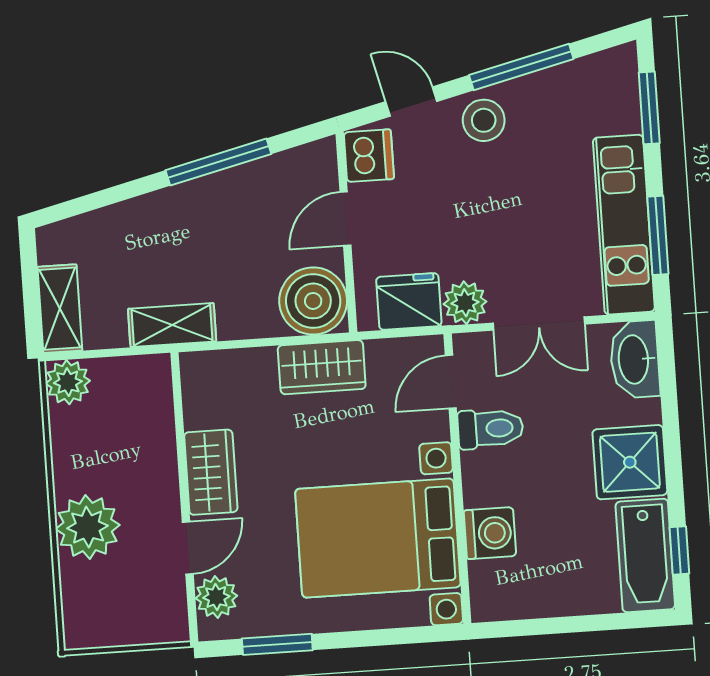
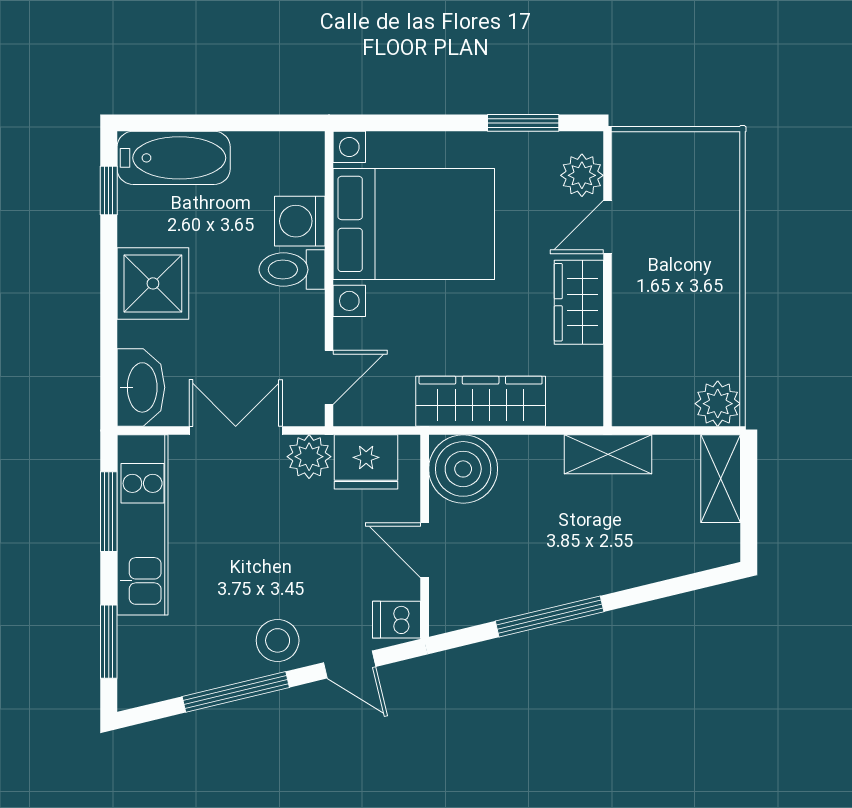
dishwasher: (369, 156) -> (397, 620), width x0.73
door: (345, 219) -> (425, 550), swing flipped
wardrobe: (322, 367) -> (481, 401), width x1.50
toilet: (490, 429) -> (292, 270), moved
plant: (88, 527) -> (708, 255), removed
bathtub: (645, 555) -> (174, 158), moved, turned 90

